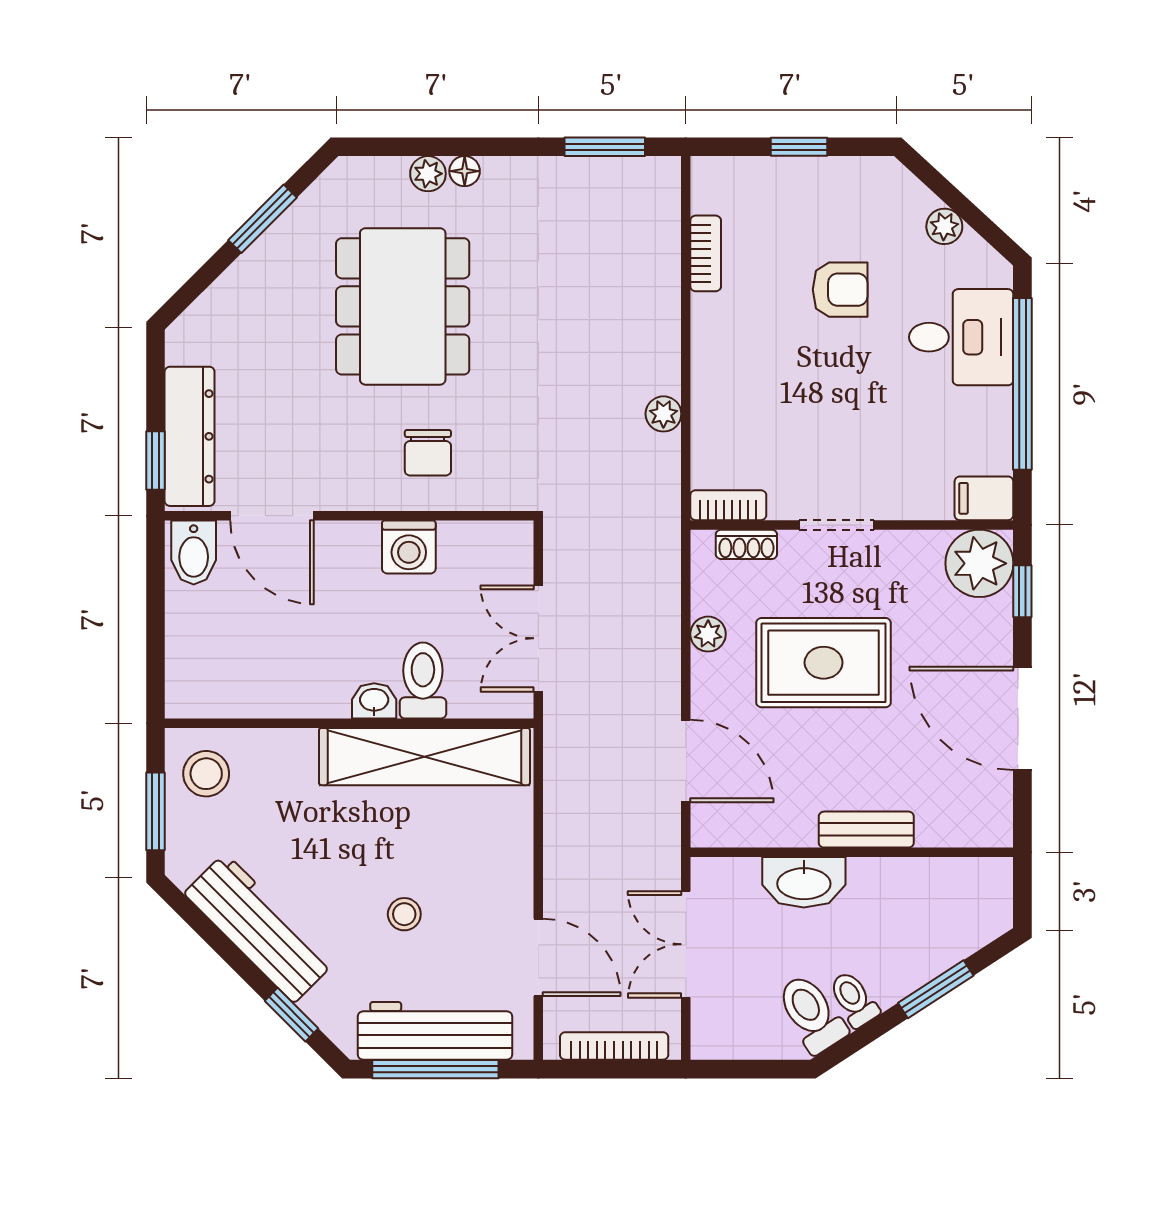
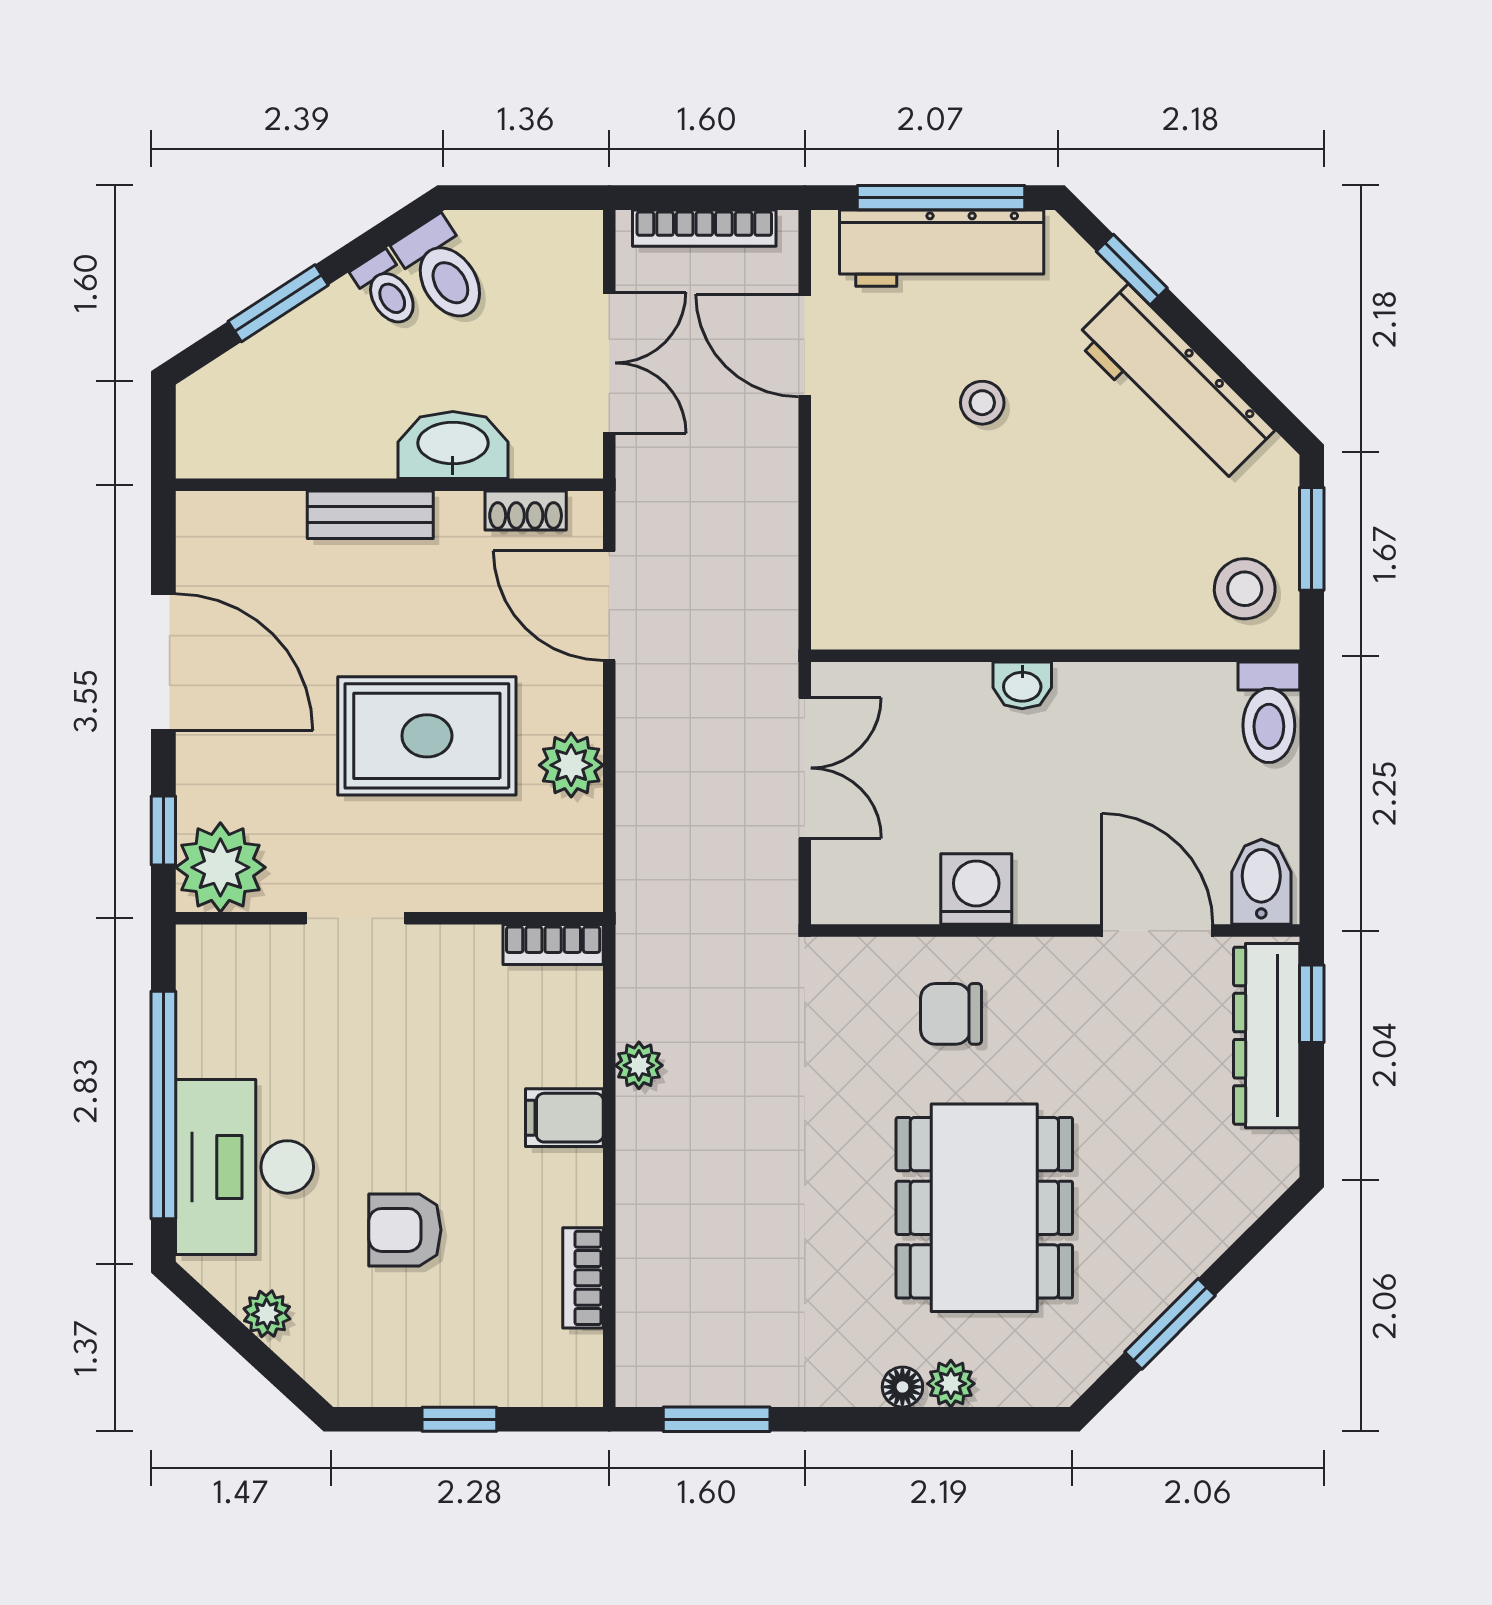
desk: (961, 337) -> (245, 1167), width x1.37
chair: (428, 453) -> (951, 1014), turned -90
filing cabinet: (984, 498) -> (564, 1118), moved, turned 180
doorway: (837, 525) -> (356, 918), moved
shoe rack: (746, 544) -> (526, 510), moved, turned 180
plant: (708, 634) -> (571, 765), width x1.38, depth x1.38
toilet: (423, 680) -> (1269, 712), moved
shelving: (424, 757) -> (955, 612), removed

